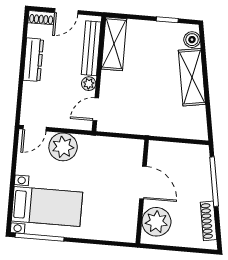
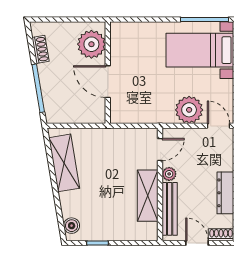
door: (66, 11) -> (197, 243), hinge flipped
shelving: (114, 44) -> (148, 196), moved
shelving: (192, 77) -> (64, 163), moved
door: (35, 128) -> (218, 126), hinge flipped
shoe rack: (208, 221) -> (40, 49), width x0.70

